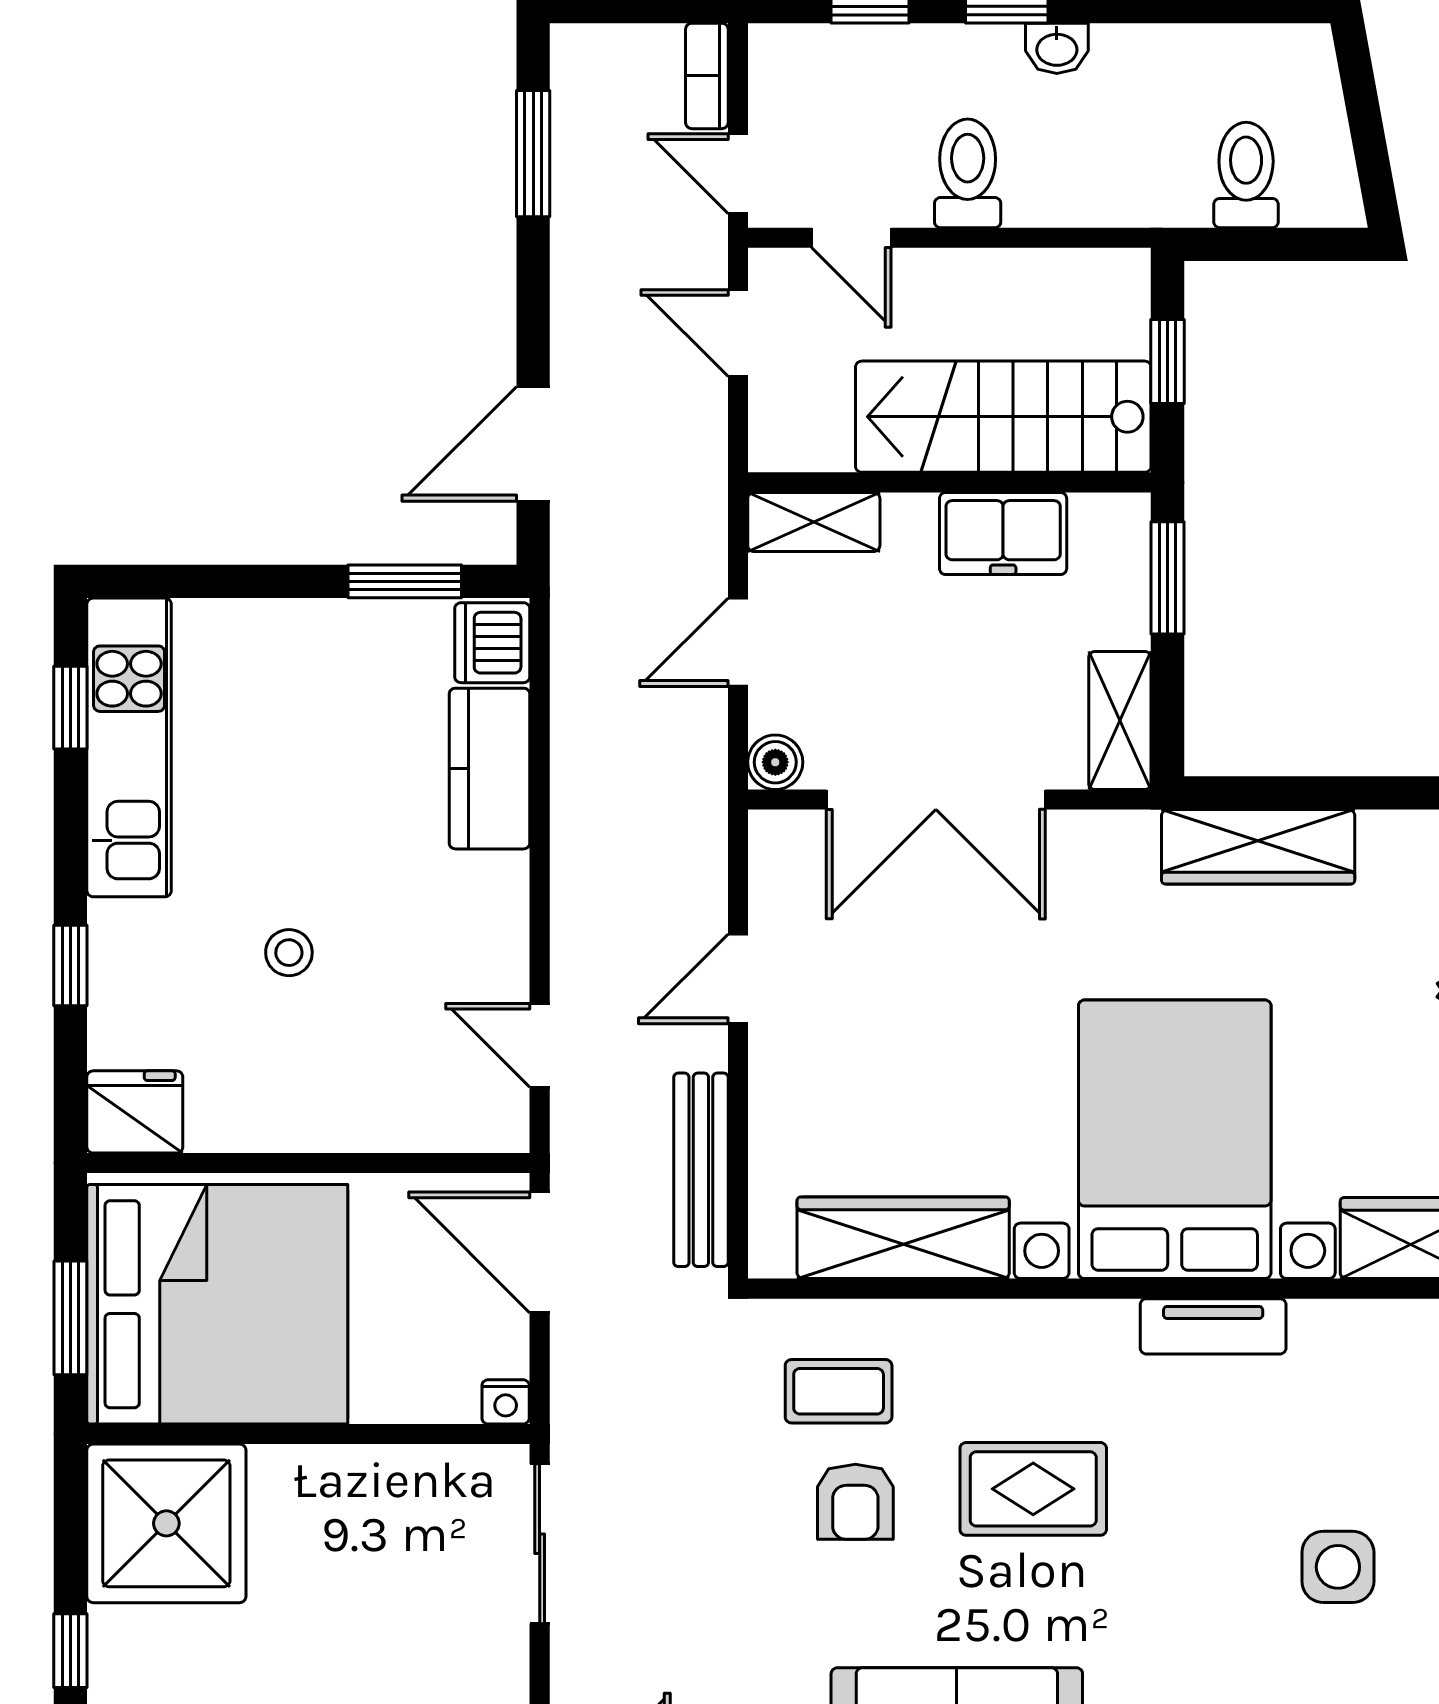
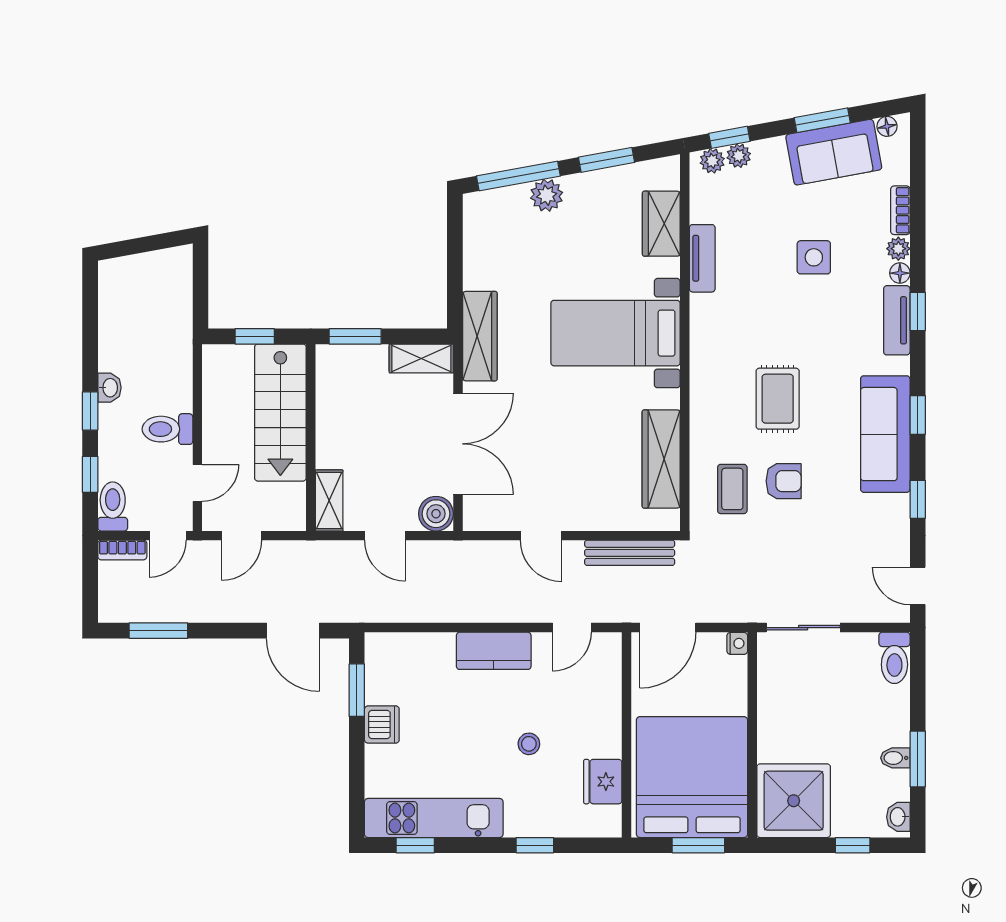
toilet: (1246, 175) -> (113, 506), moved, turned 90
freezer: (1003, 533) -> (335, 413), removed
dishwasher: (492, 643) -> (382, 724), moved, turned -90
boiler: (775, 762) -> (436, 514), width x1.36, depth x1.36
kitchen counter: (490, 769) -> (494, 651), moved
wardrobe: (1258, 847) -> (480, 336), moved
fridge: (135, 1112) -> (603, 782), moved
bed with nightstands: (1175, 1139) -> (615, 333), width x0.73
tv unit: (1213, 1326) -> (702, 258), moved

